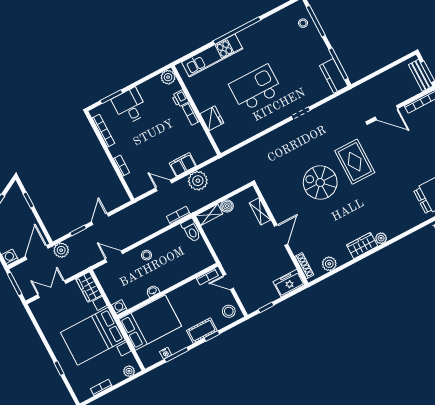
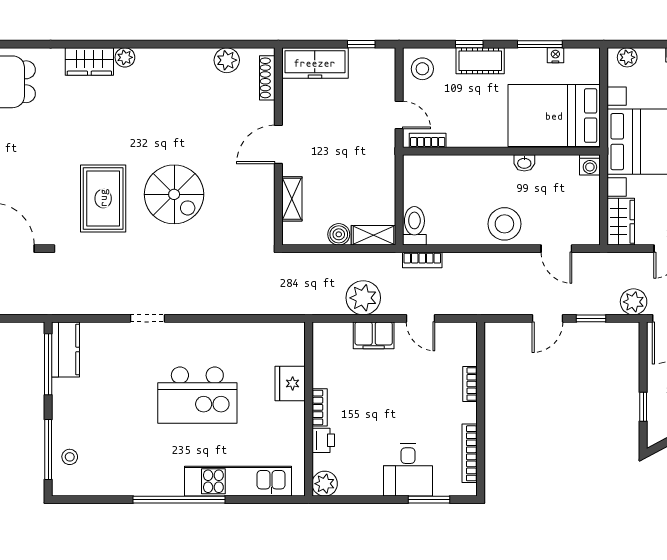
wardrobe: (362, 246) -> (89, 62), moved
stool: (147, 255) -> (504, 224), width x1.89, depth x1.89
freezer: (289, 283) -> (315, 63), width x1.40

